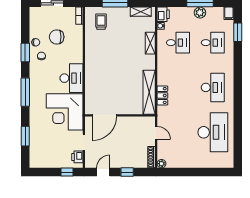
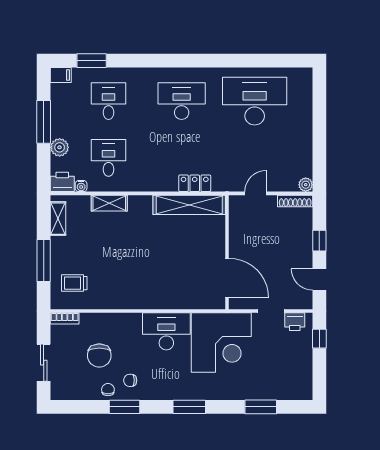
plant: (200, 13) -> (60, 147), moved
window: (25, 92) -> (189, 407), width x0.69

